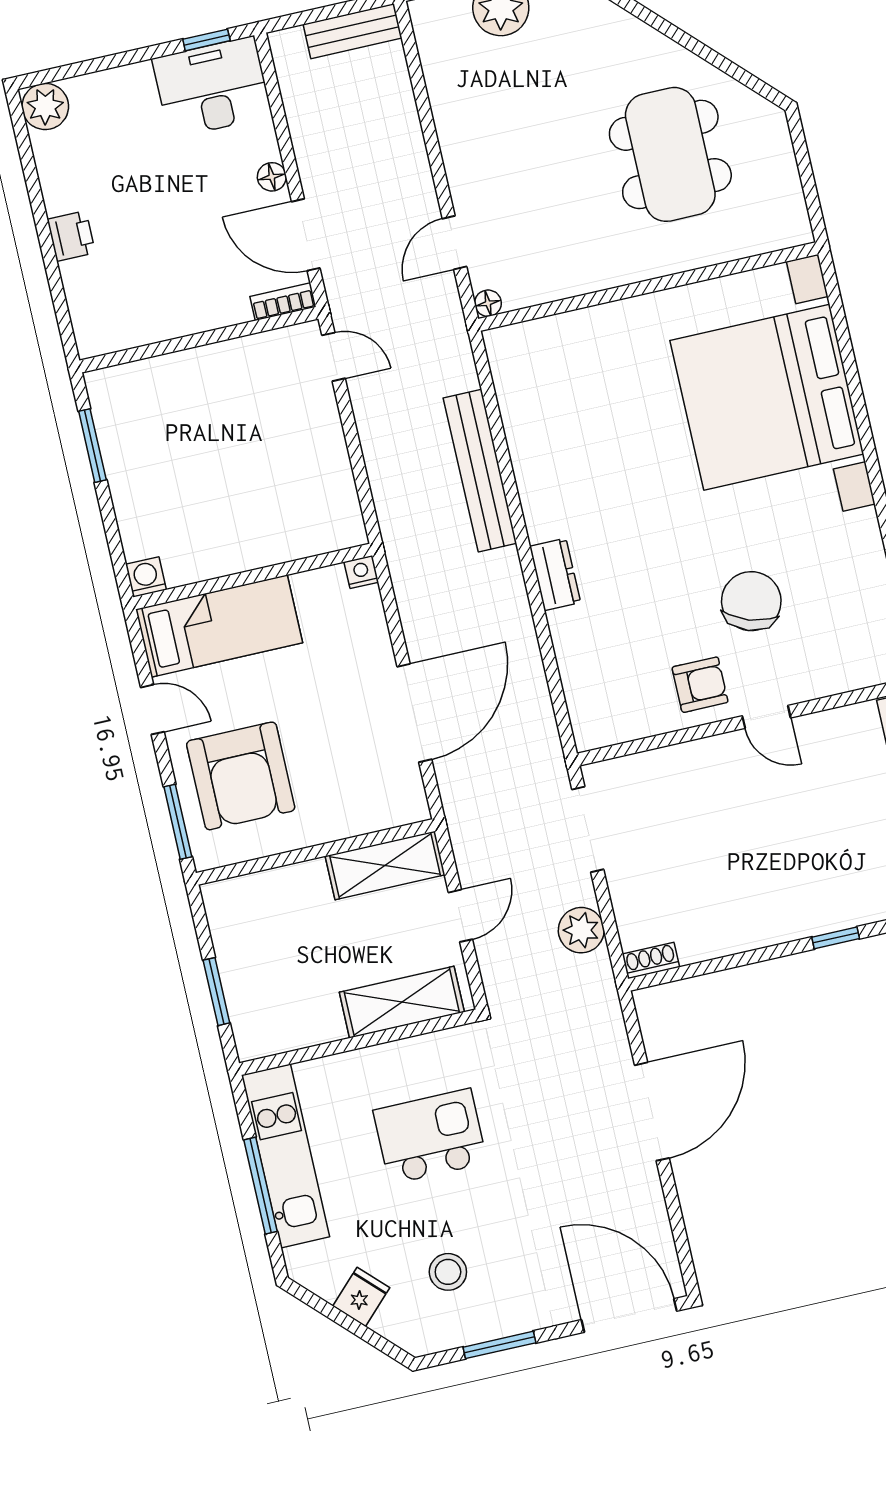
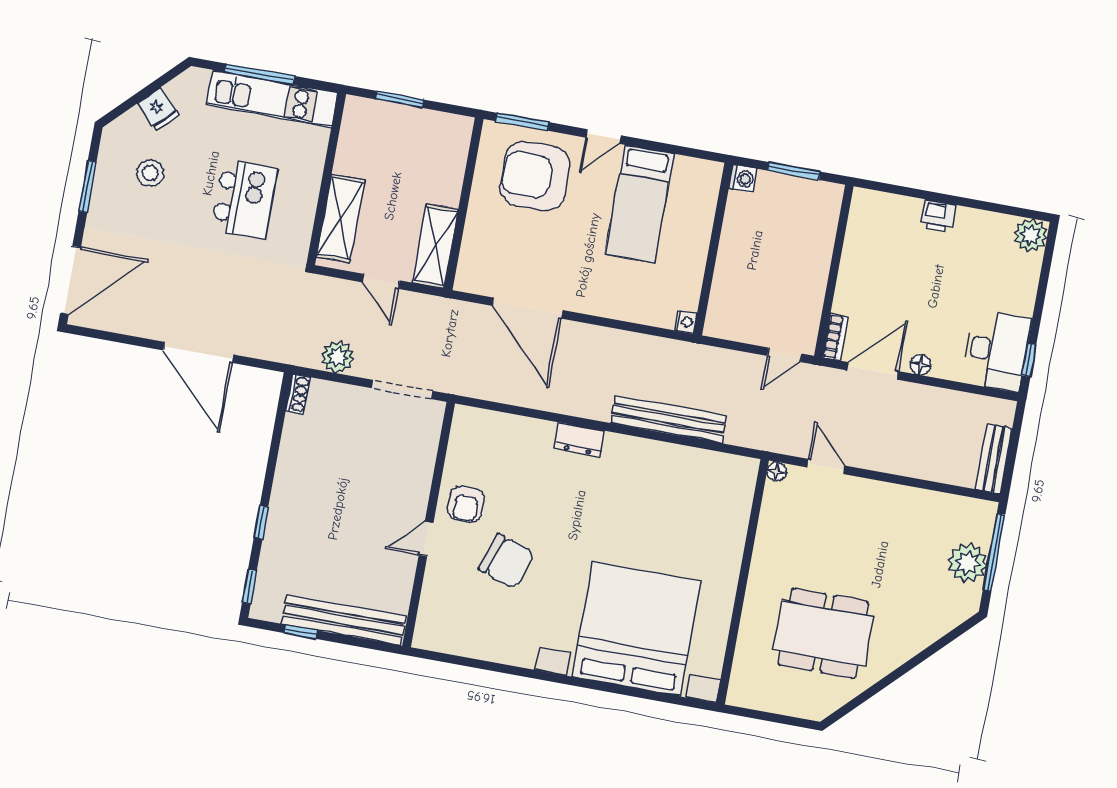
nightstand: (361, 572) -> (686, 322), moved
wall: (253, 576) -> (713, 249), moved
washing machine: (146, 577) -> (743, 179), moved

